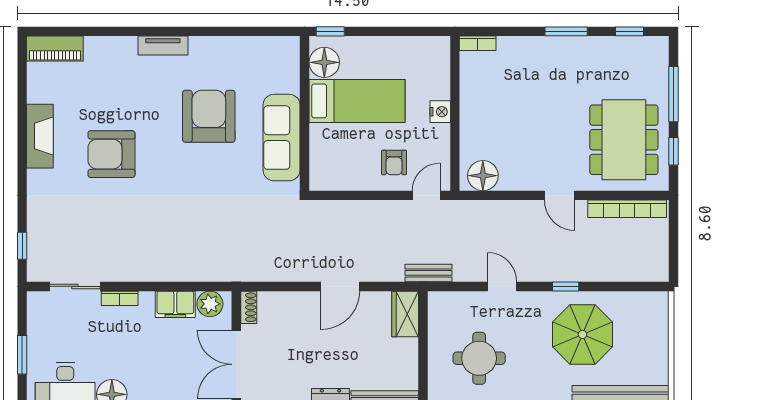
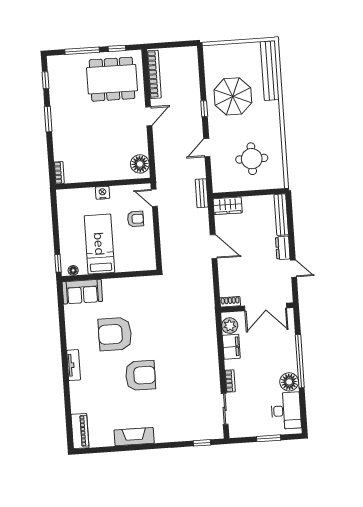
floor lamp: (324, 62) -> (73, 270), width x0.53, depth x0.53
sofa: (282, 138) -> (82, 292), moved, width x0.73
armchair: (111, 154) -> (140, 375), moved, turned -90

